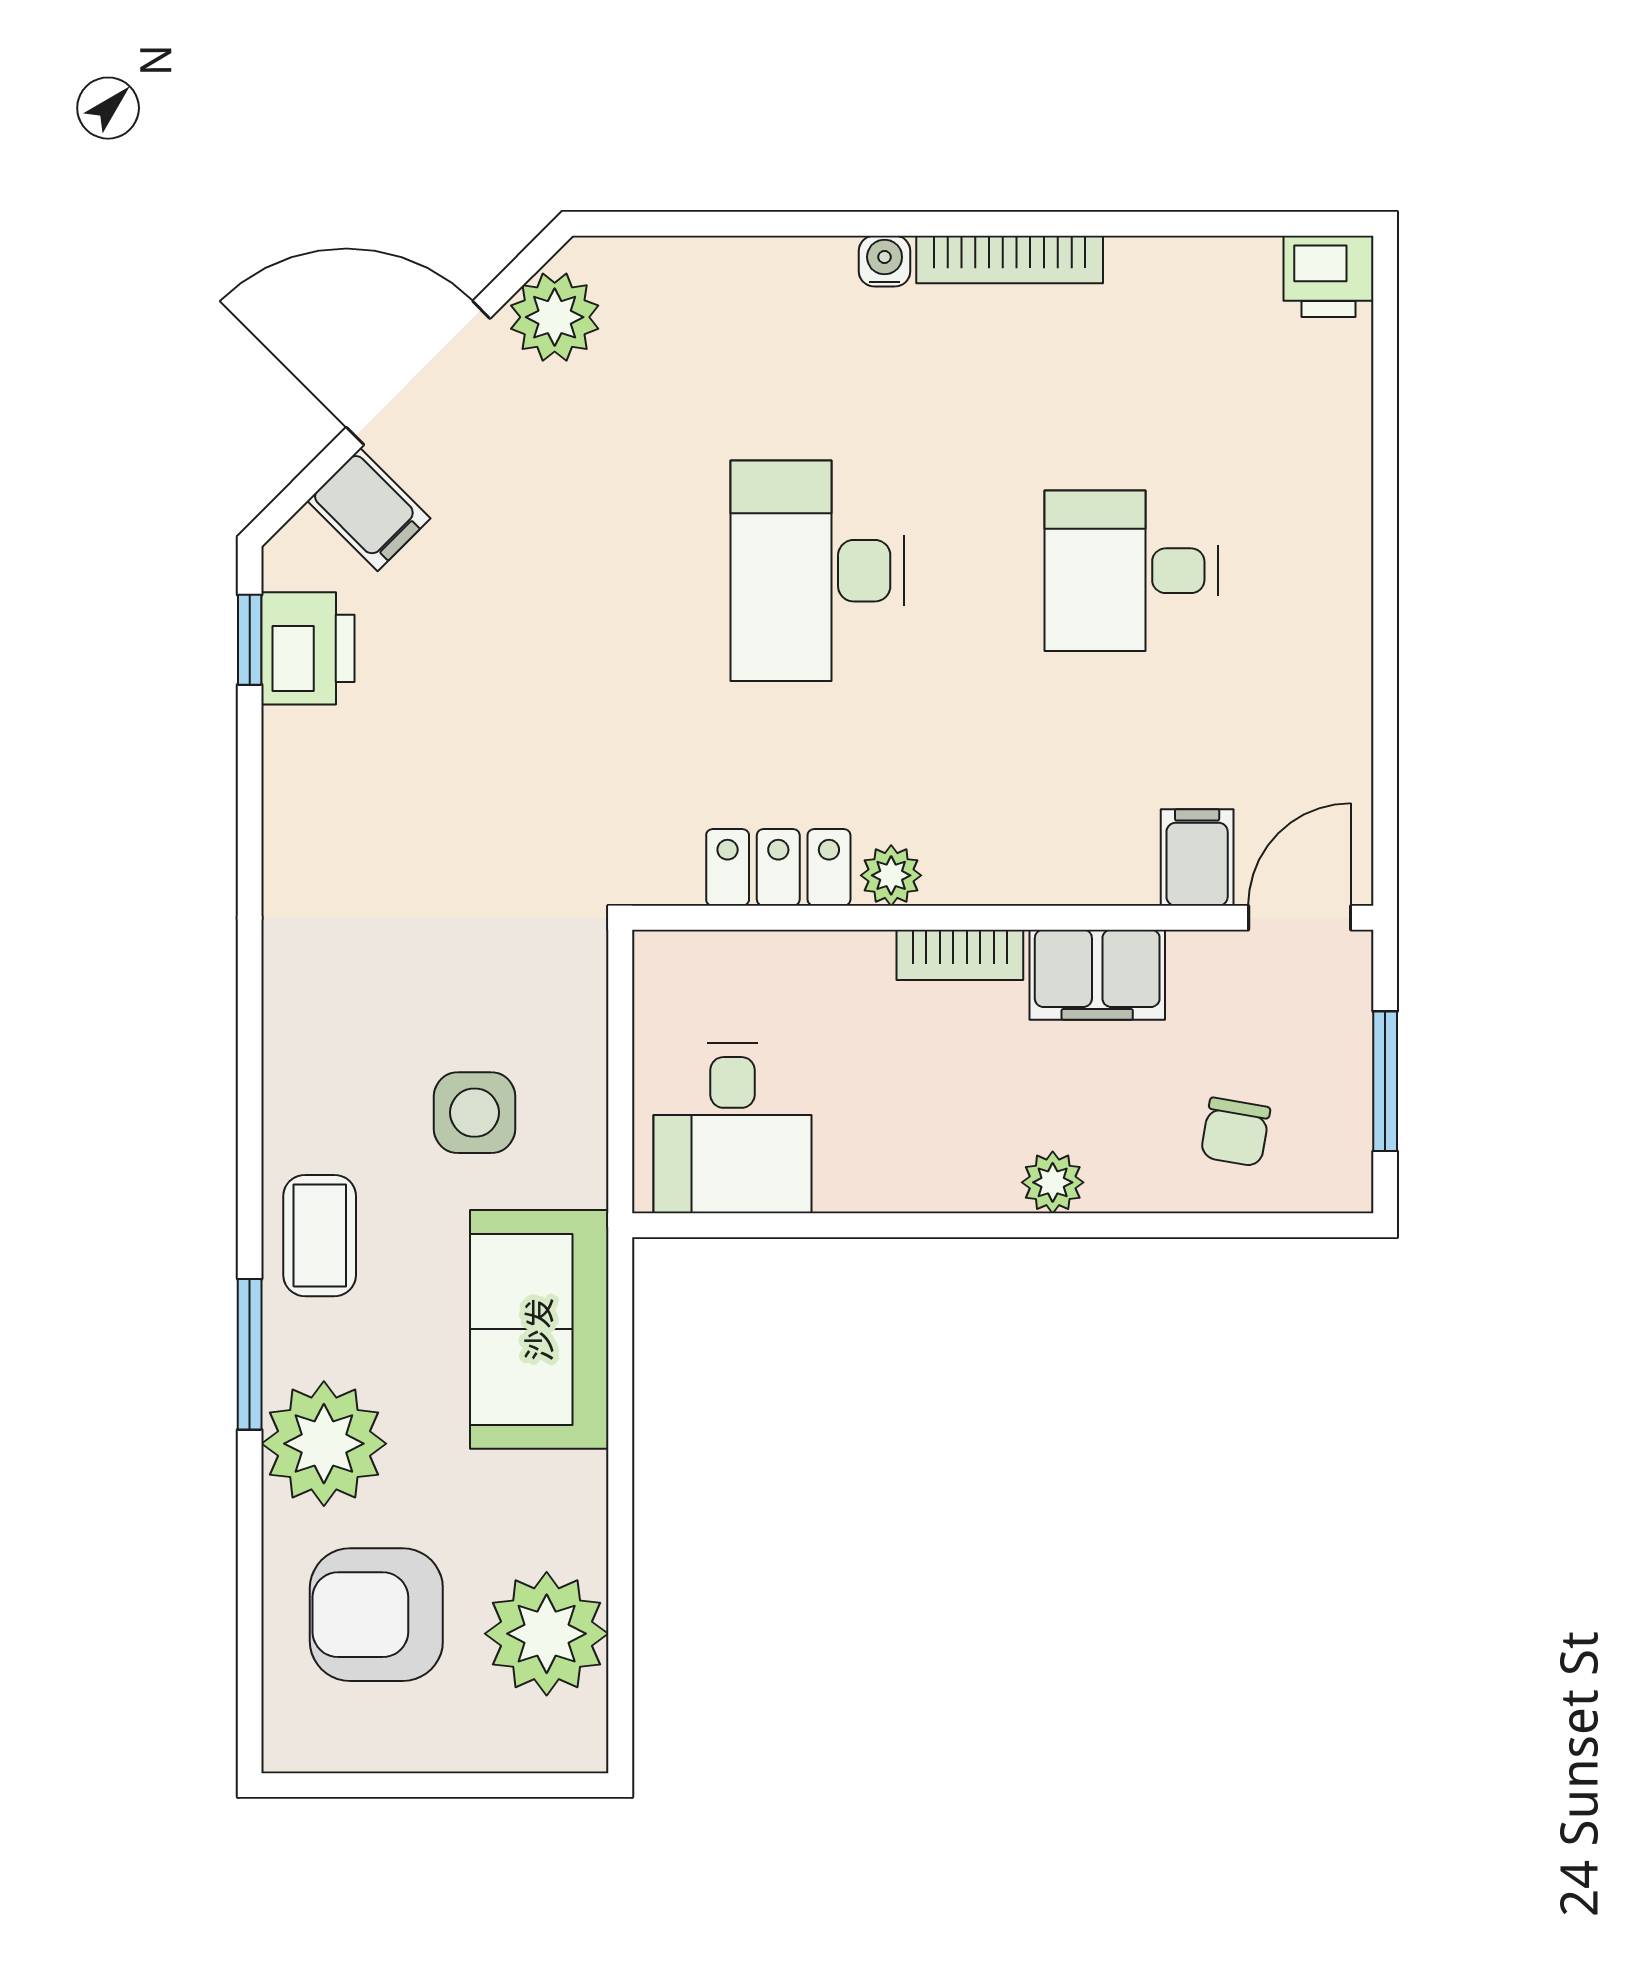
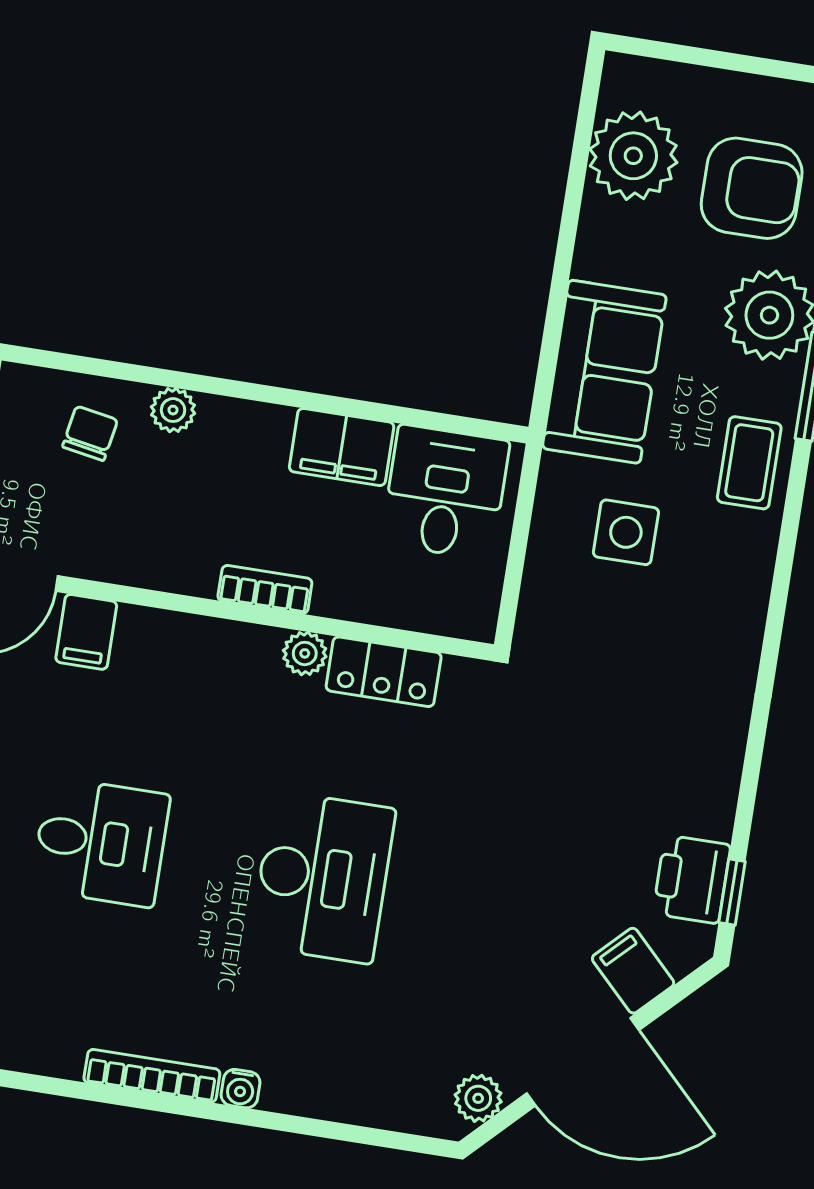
plant: (555, 317) -> (478, 1098), width x0.73, depth x0.73
filing cabinet: (1097, 975) -> (342, 447), moved, turned 180
plant: (1053, 1182) -> (173, 410), moved

